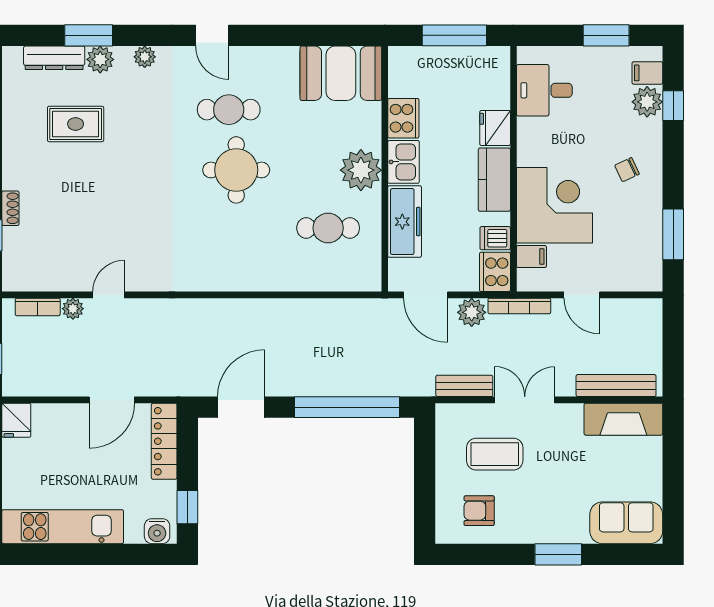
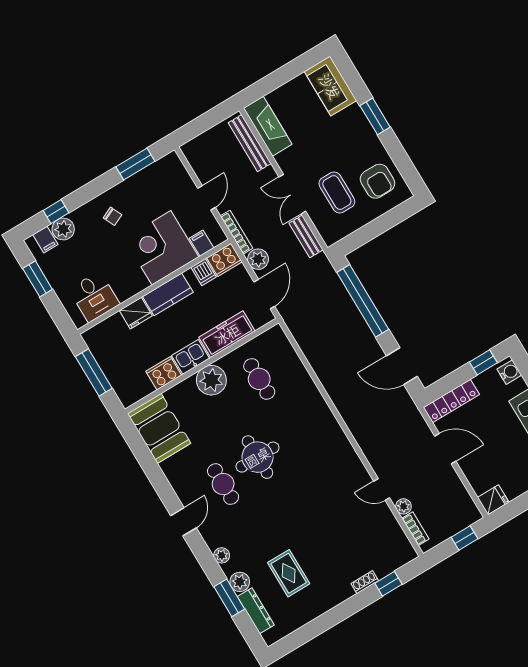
armchair: (479, 511) -> (378, 181), width x1.38, depth x1.38

